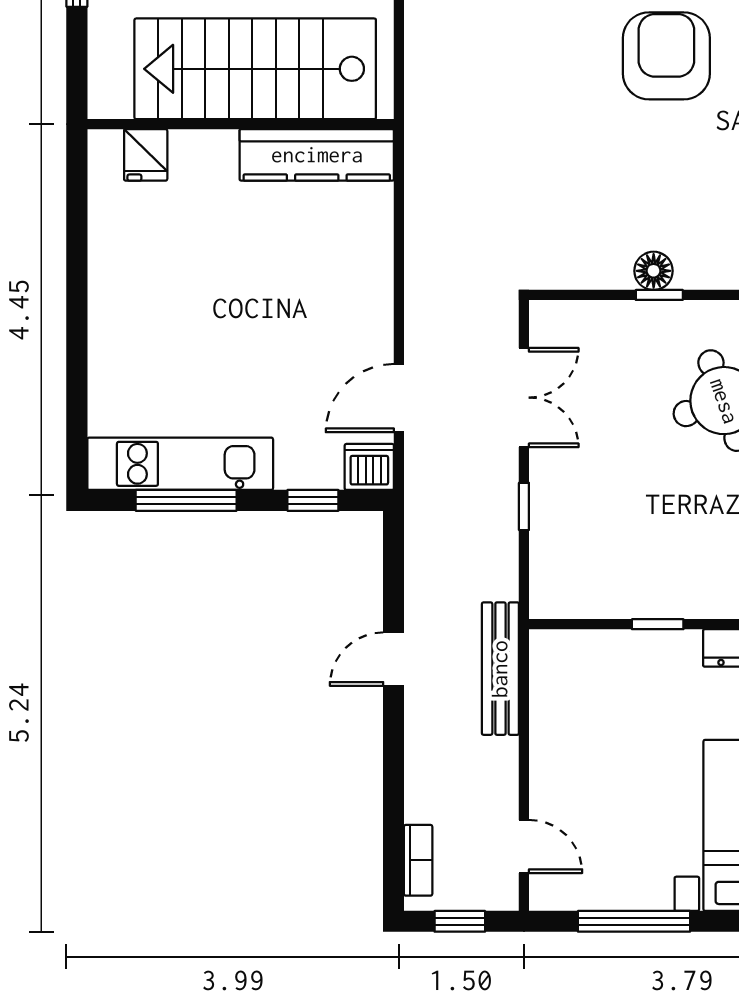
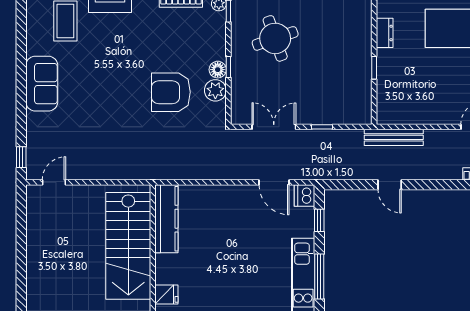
armchair: (666, 56) -> (171, 92), moved
plant: (607, 266) -> (215, 90), added

